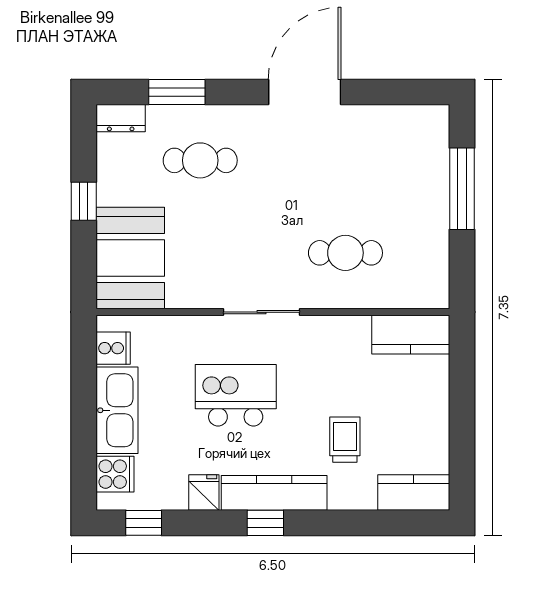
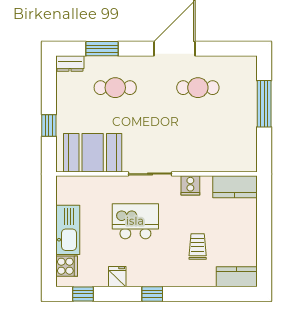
window: (84, 201) -> (49, 126), moved
cafe table: (345, 253) -> (198, 88), moved
booth: (130, 258) -> (93, 153), moved, turned 90
cooker: (113, 348) -> (190, 185), moved, turned 90
kitchen counter: (274, 493) -> (157, 277), removed

